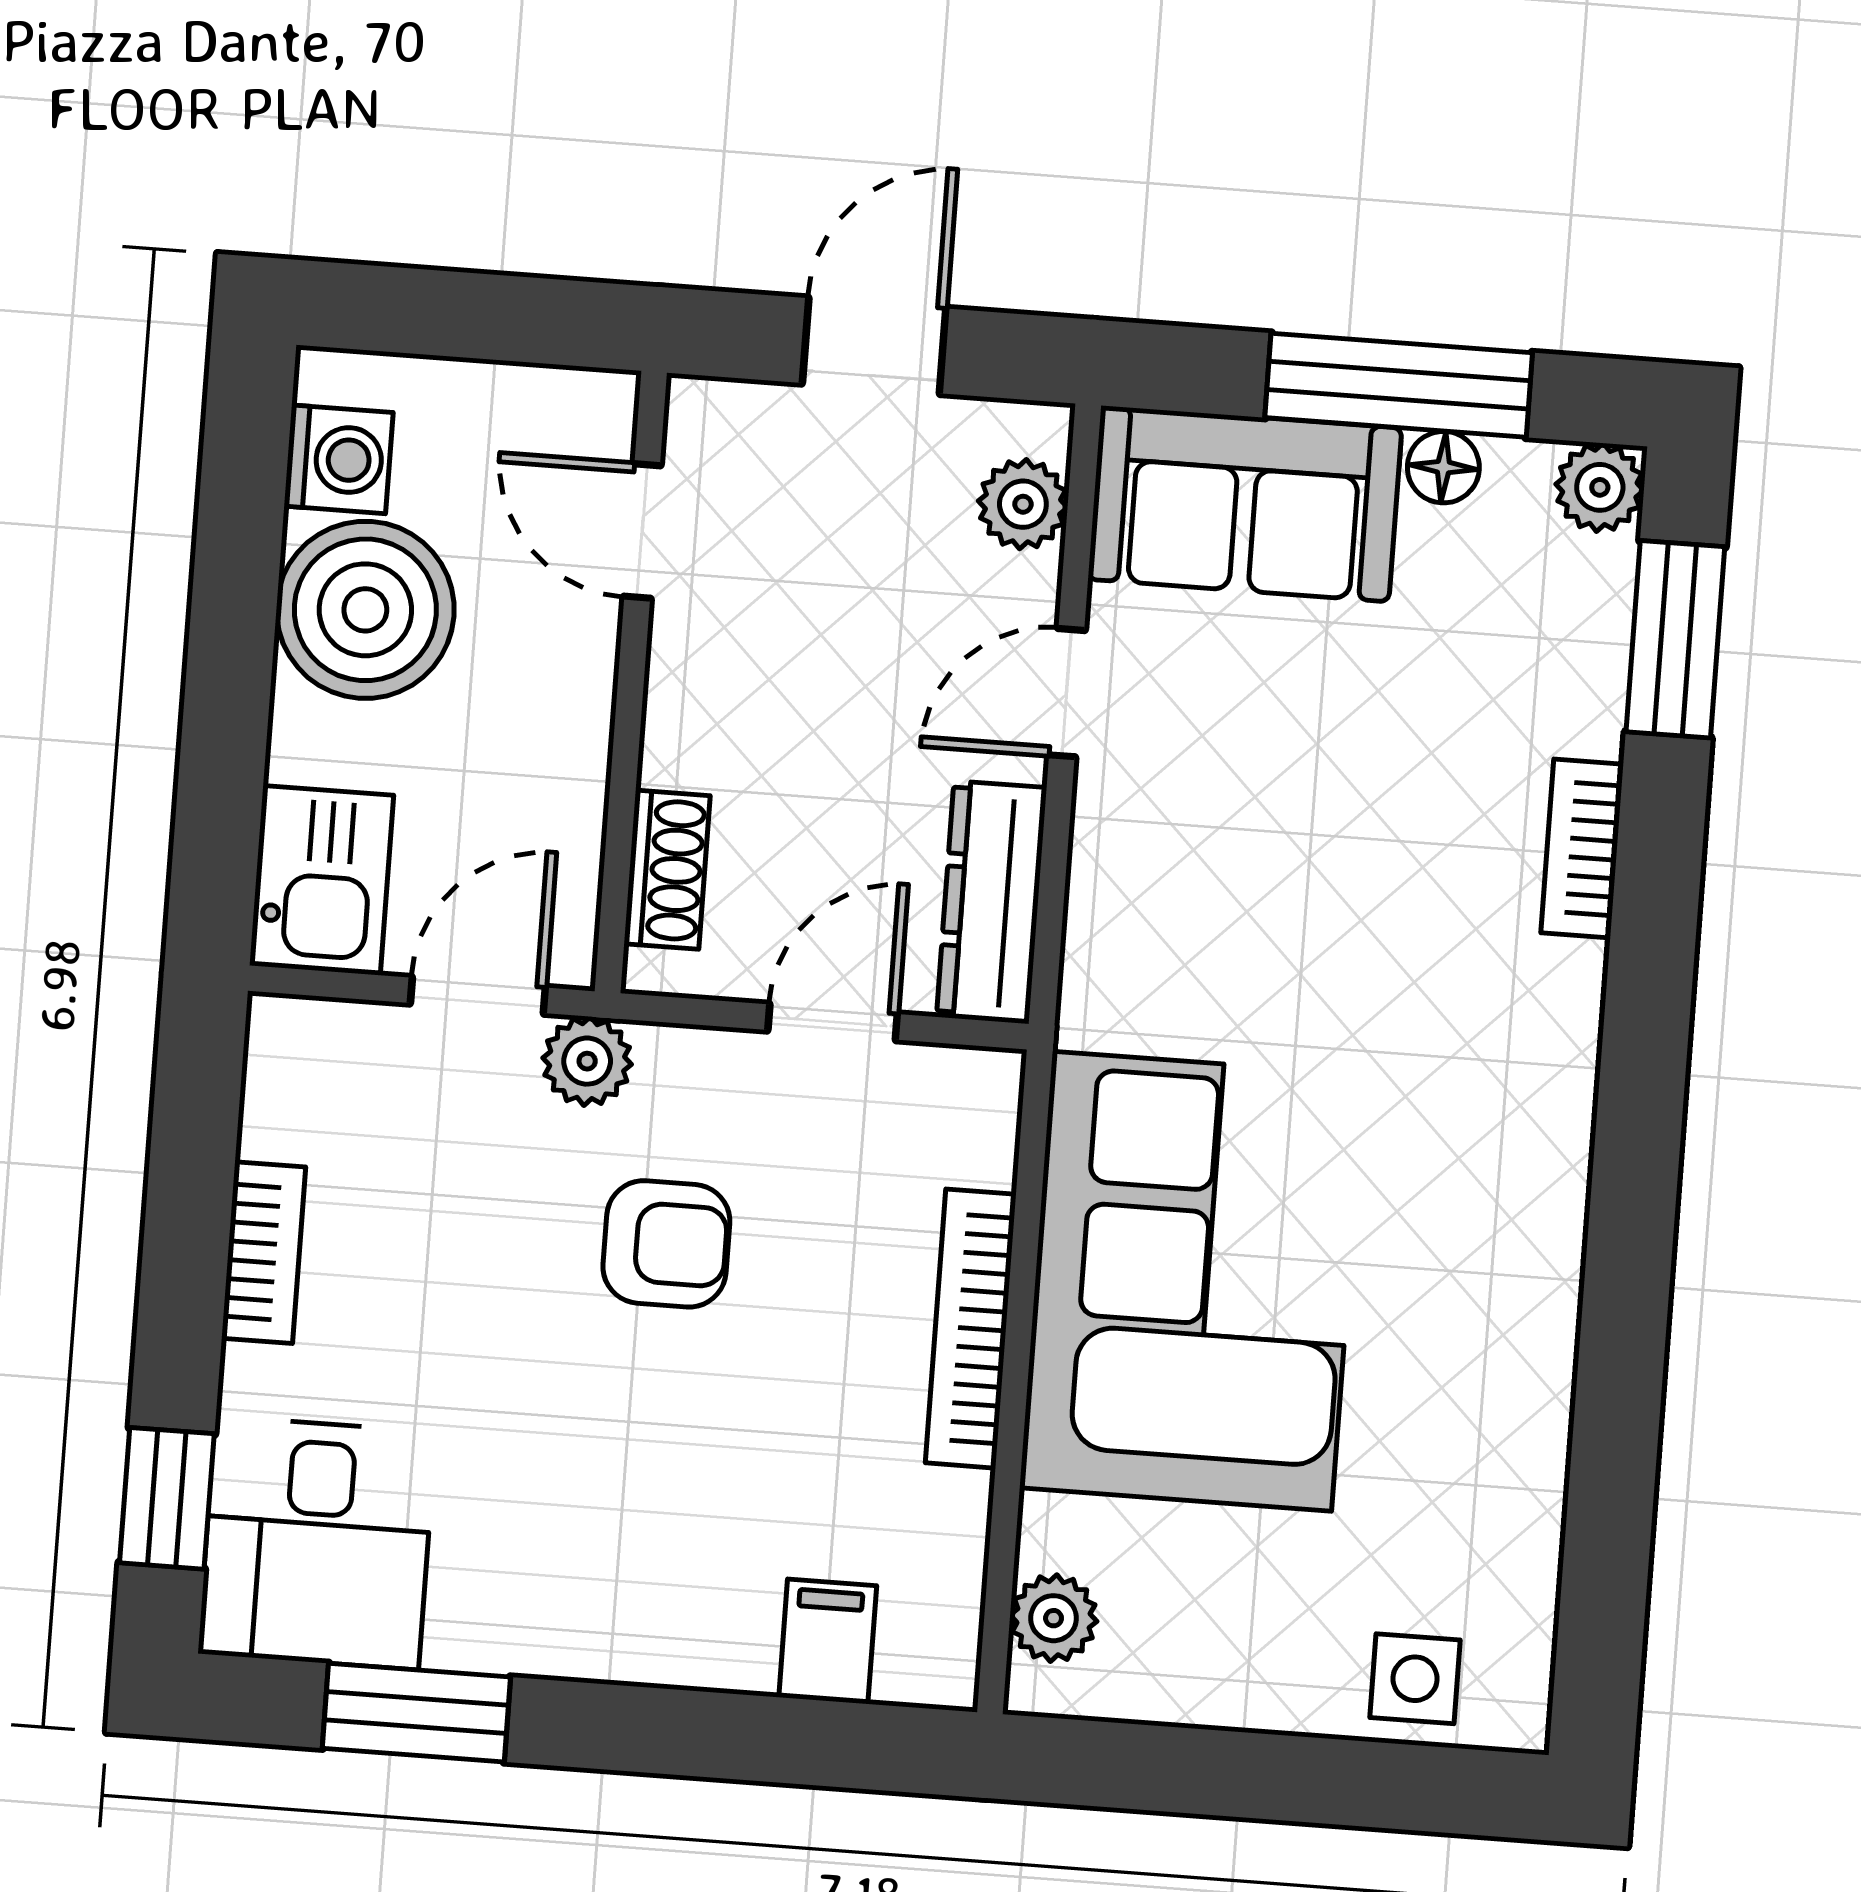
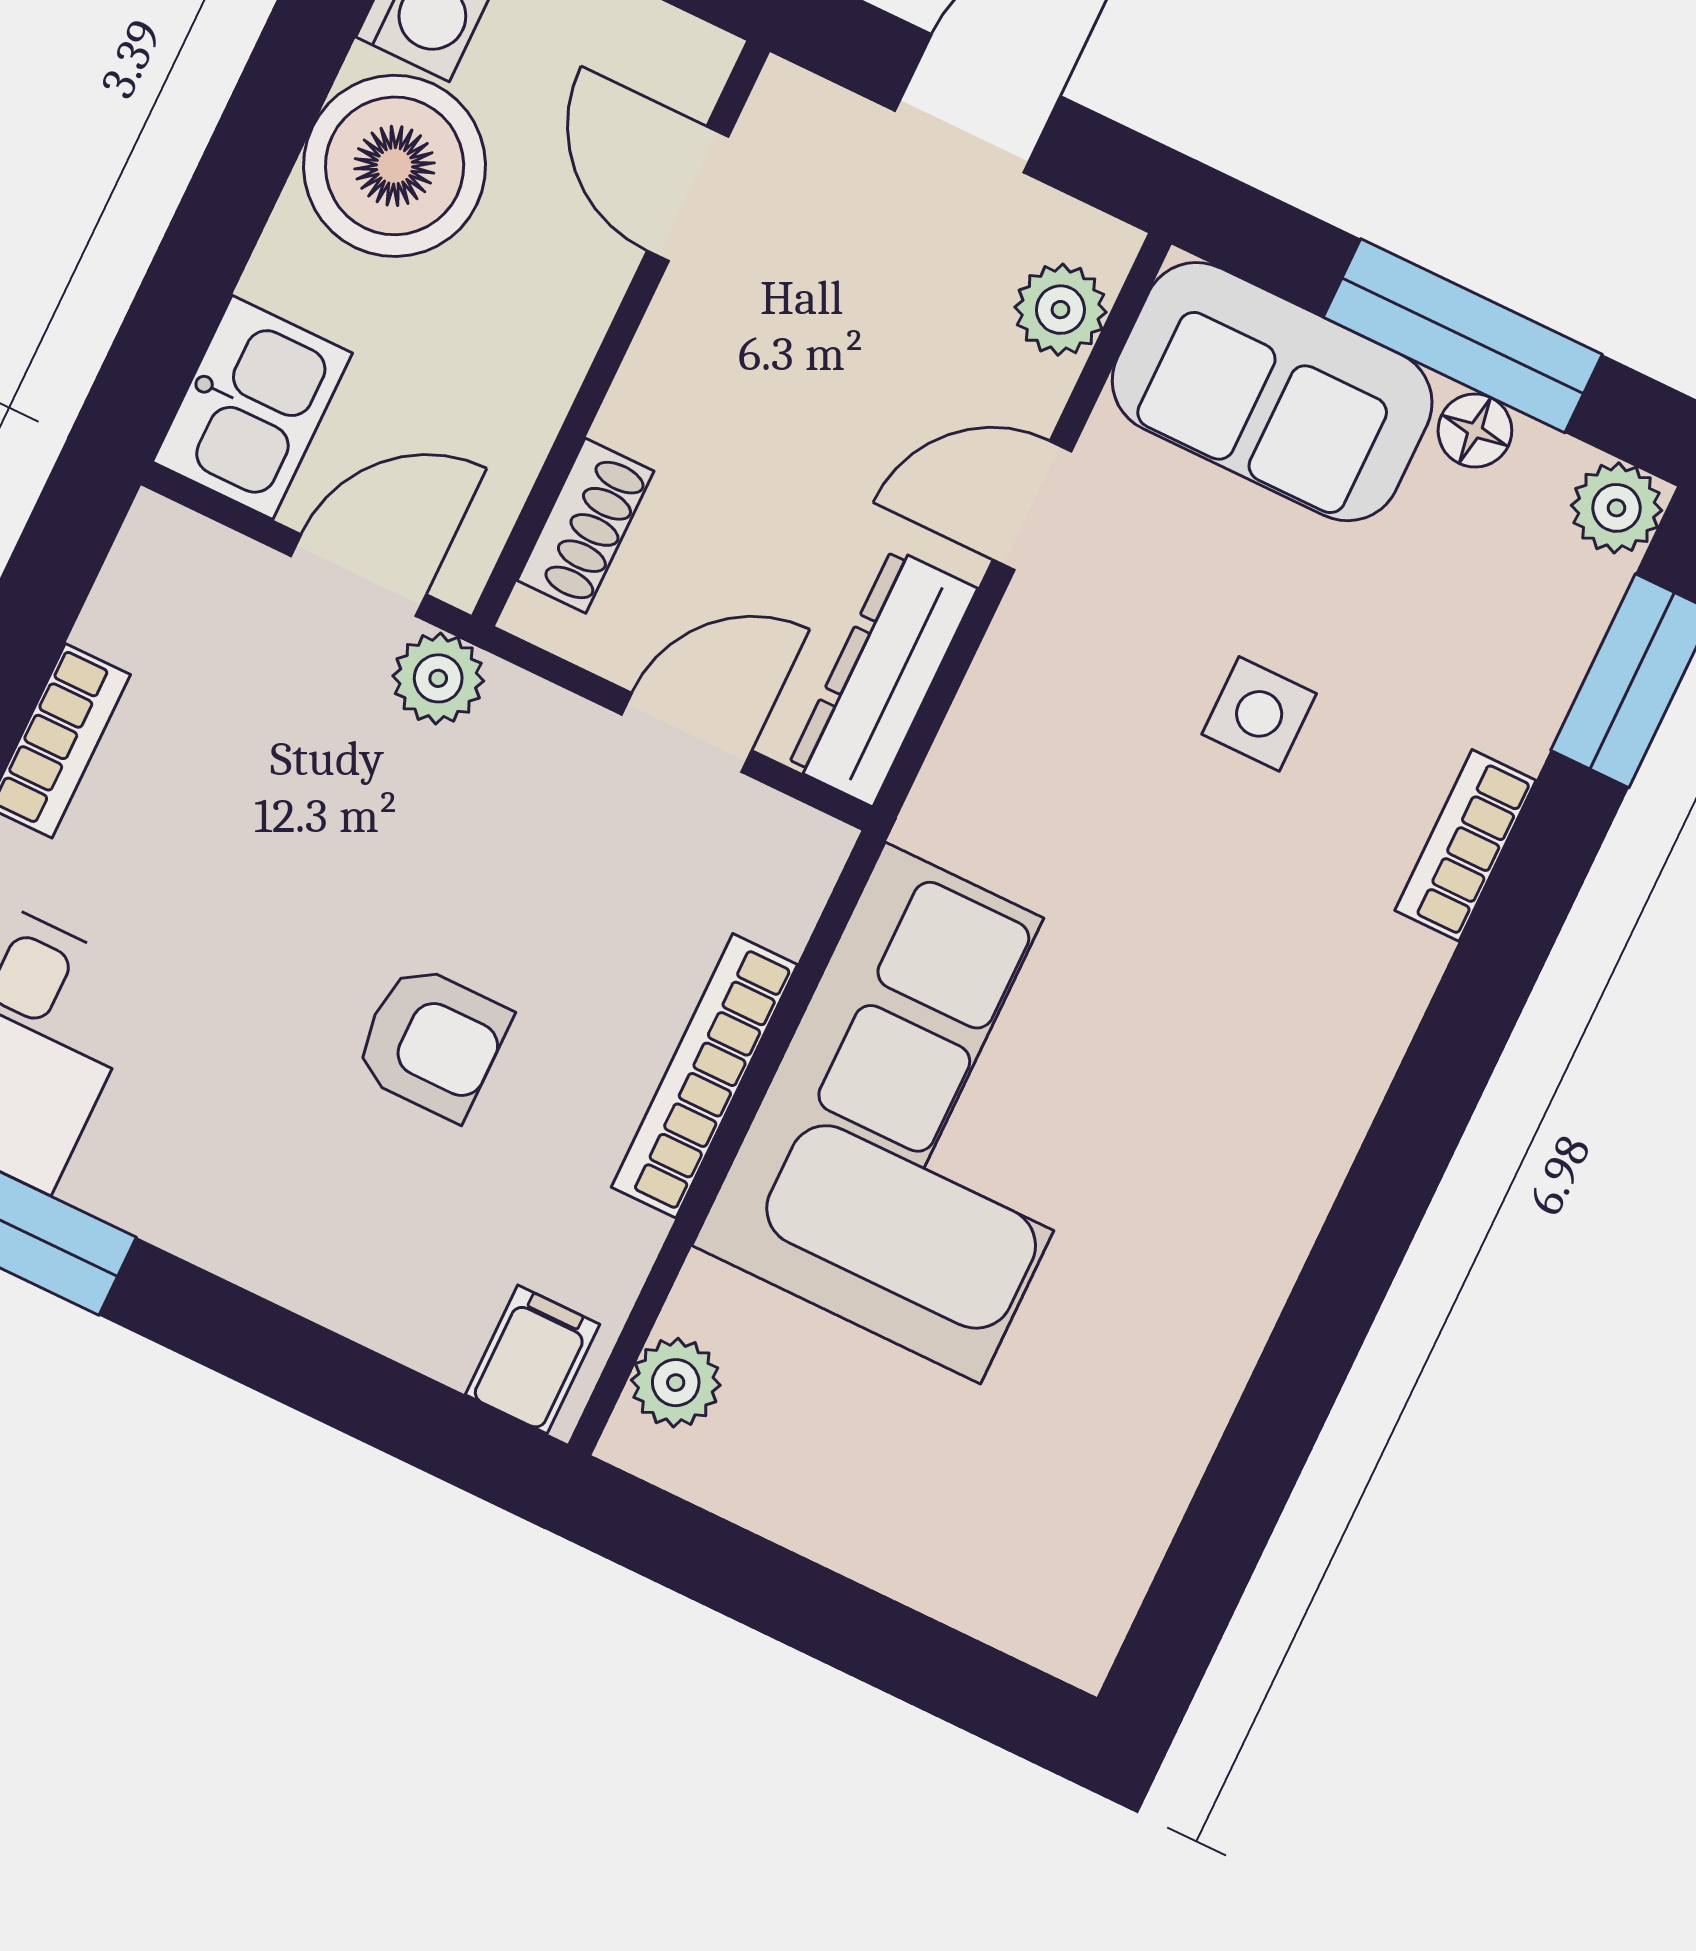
armchair: (666, 1244) -> (432, 1042), moved
filing cabinet: (828, 1641) -> (532, 1359), moved
side table: (1415, 1679) -> (1259, 714), moved

